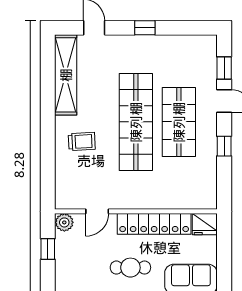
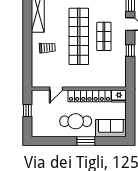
shop shelf: (179, 122) -> (104, 36), width x0.70, depth x0.74
plant: (64, 222) -> (37, 95), removed
cafe table: (130, 268) -> (76, 121), width x1.37, depth x1.35

